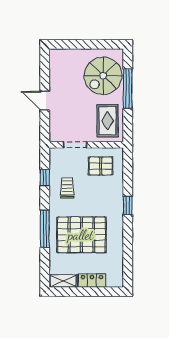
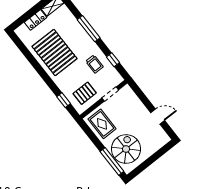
window: (128, 89) -> (112, 161), moved
door: (45, 101) -> (158, 117), moved
window: (128, 205) -> (64, 100), moved
pallet: (81, 235) -> (55, 53), moved, turned 90

